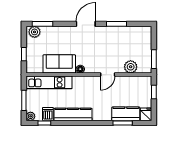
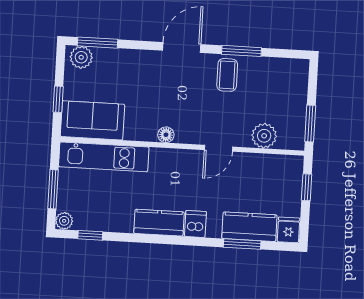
coffee table: (110, 37) -> (227, 75), added
sofa: (59, 64) -> (92, 120), moved
dishwasher: (48, 114) -> (195, 224), moved
kitchen counter: (73, 114) -> (159, 223), width x0.67

